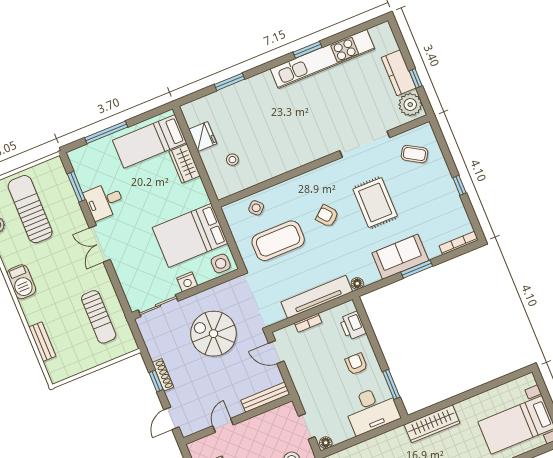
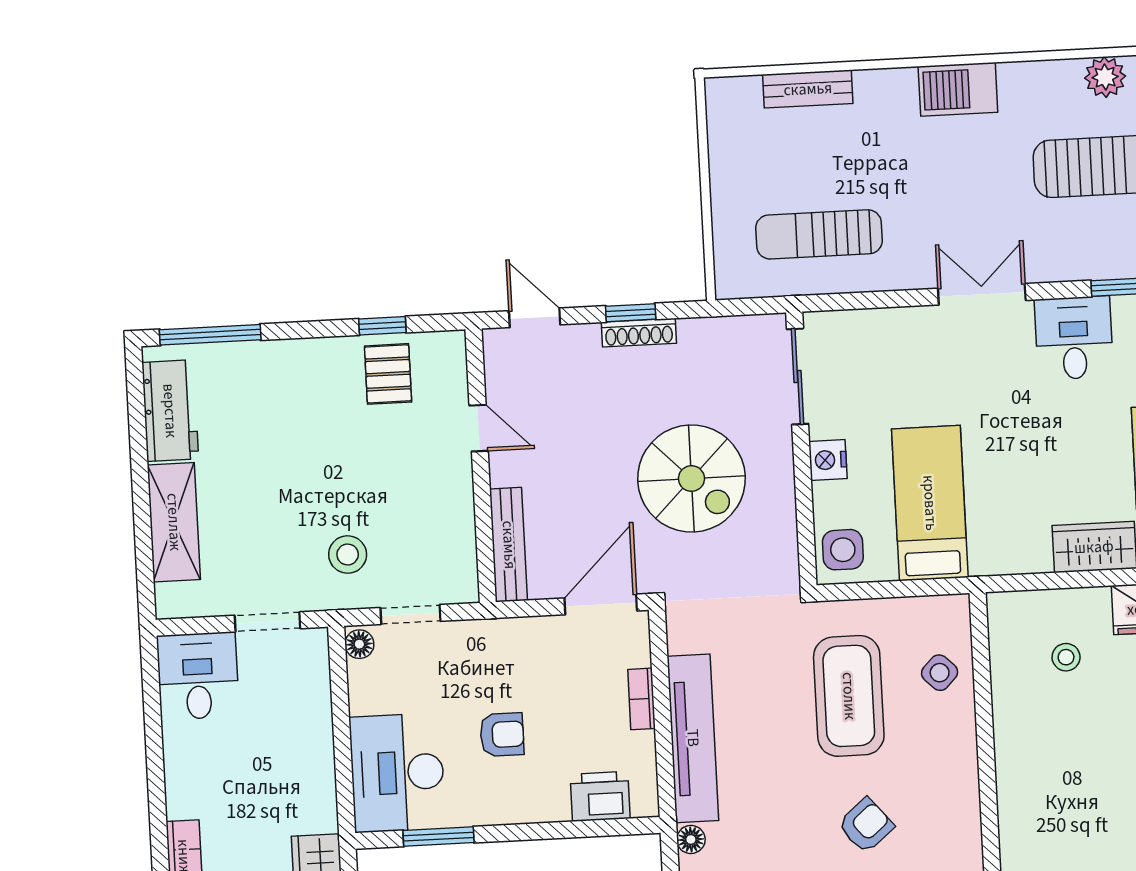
bed: (190, 235) -> (930, 503), width x0.67
spiral stairs: (213, 334) -> (691, 479), turned 90
door: (276, 352) -> (601, 604), width x1.38
armchair: (356, 364) -> (502, 735), moved

